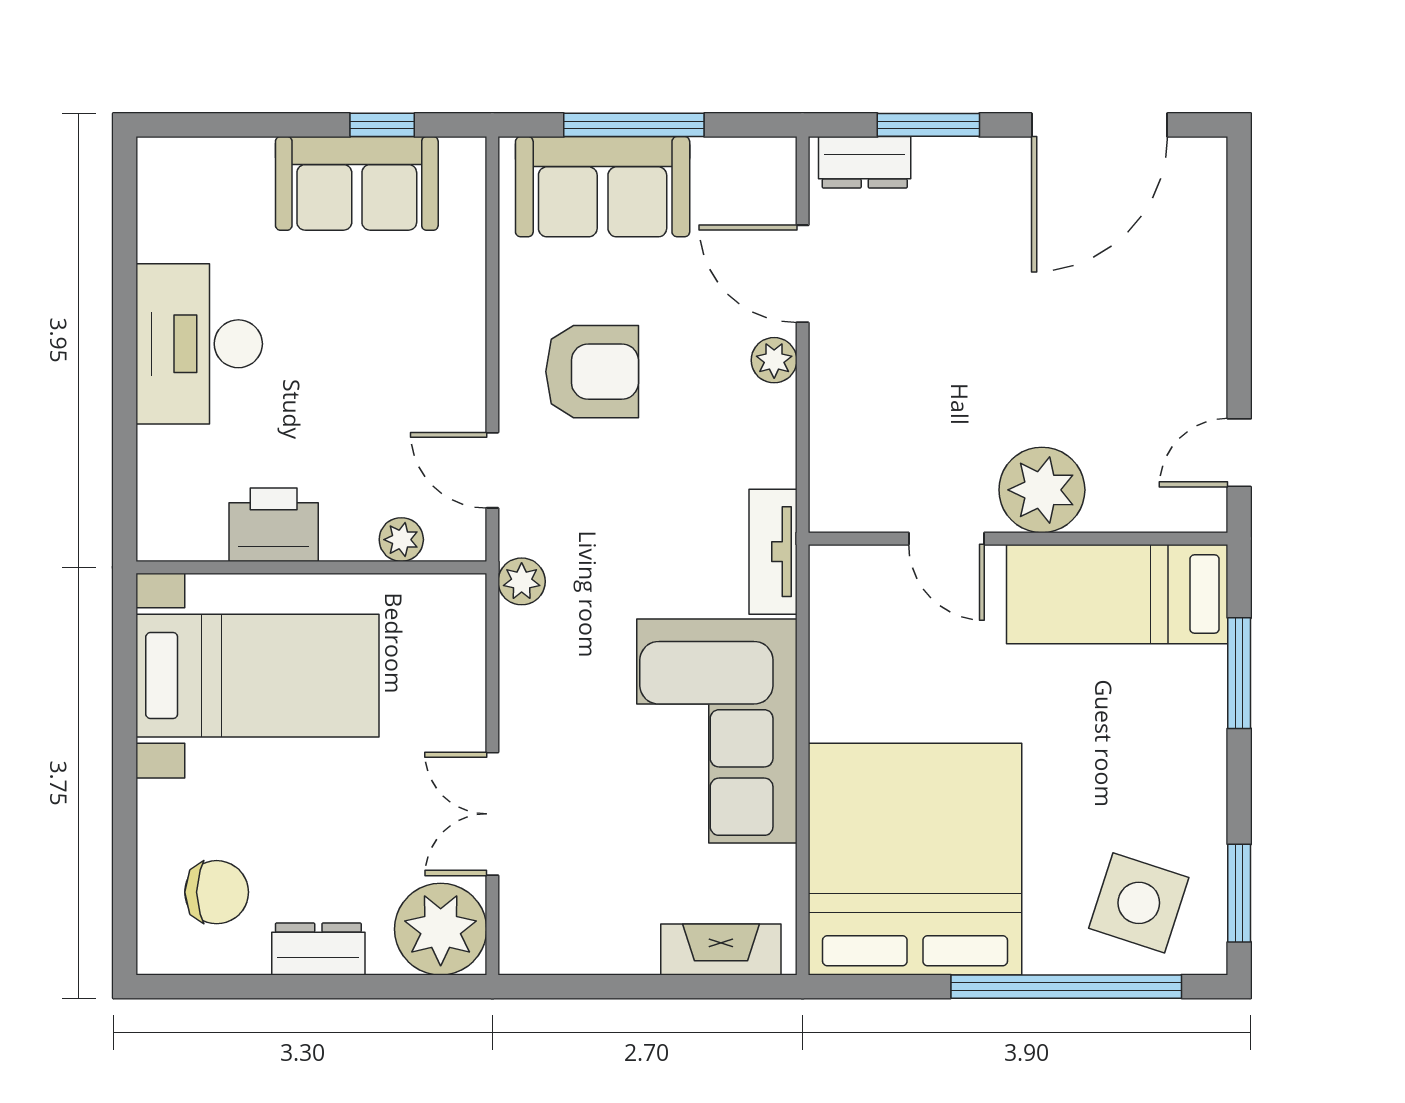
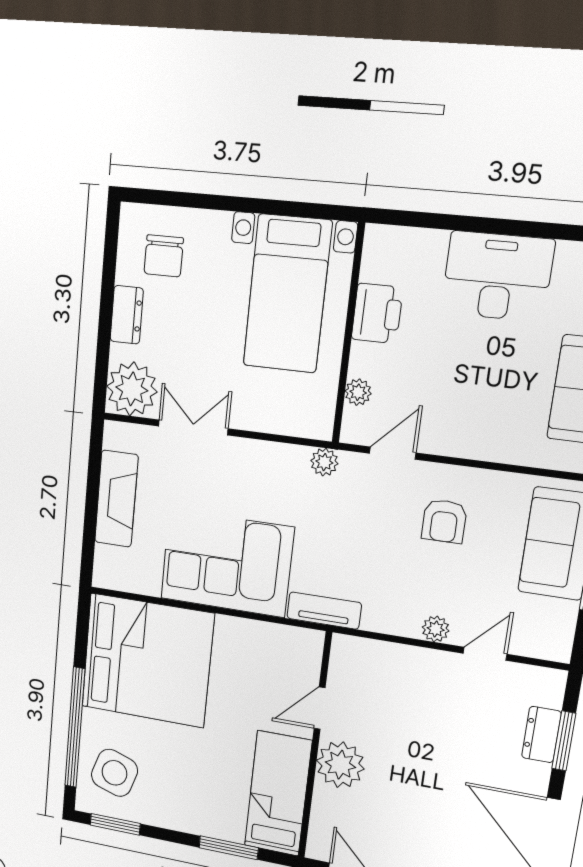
dresser: (865, 162) -> (541, 735), moved
door: (803, 274) -> (485, 654), width x0.73
armchair: (592, 372) -> (444, 521), width x0.72, depth x0.72
fireplace: (721, 949) -> (116, 499), moved, width x1.37, depth x1.32

